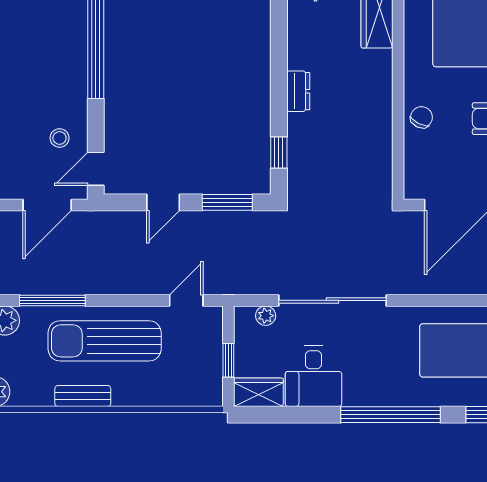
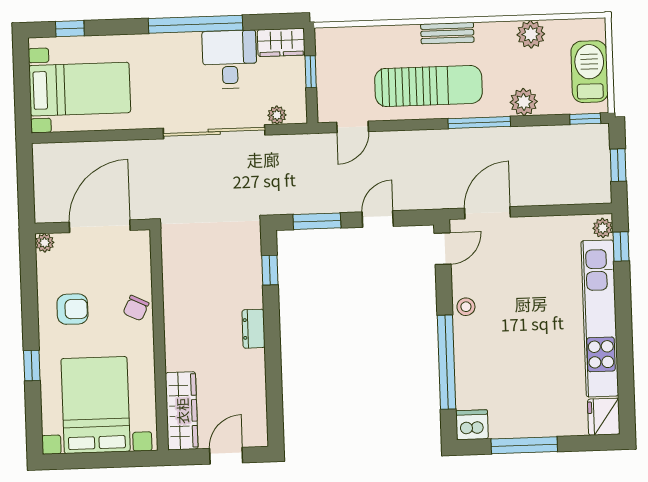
stool: (60, 138) -> (466, 307), moved
window: (391, 415) -> (195, 24), moved

